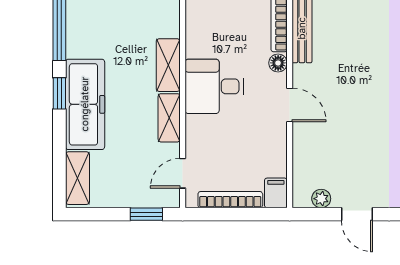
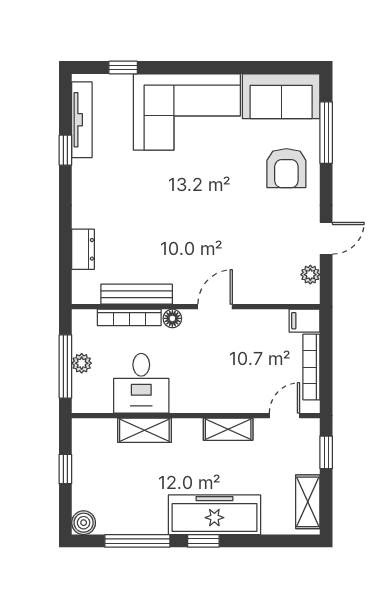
shelving: (168, 65) -> (144, 430), moved
desk: (214, 86) -> (141, 383), moved
door: (183, 173) -> (285, 416), swing flipped
shelving: (77, 178) -> (308, 502), moved, turned 90

